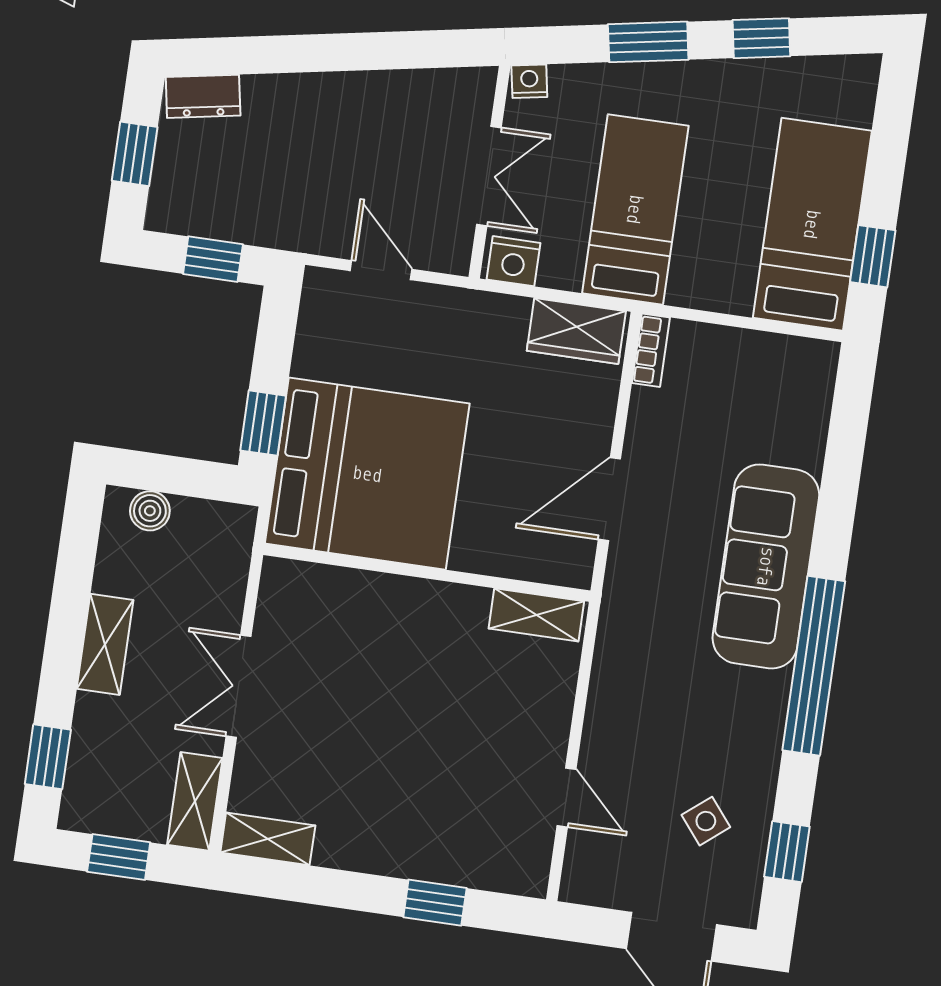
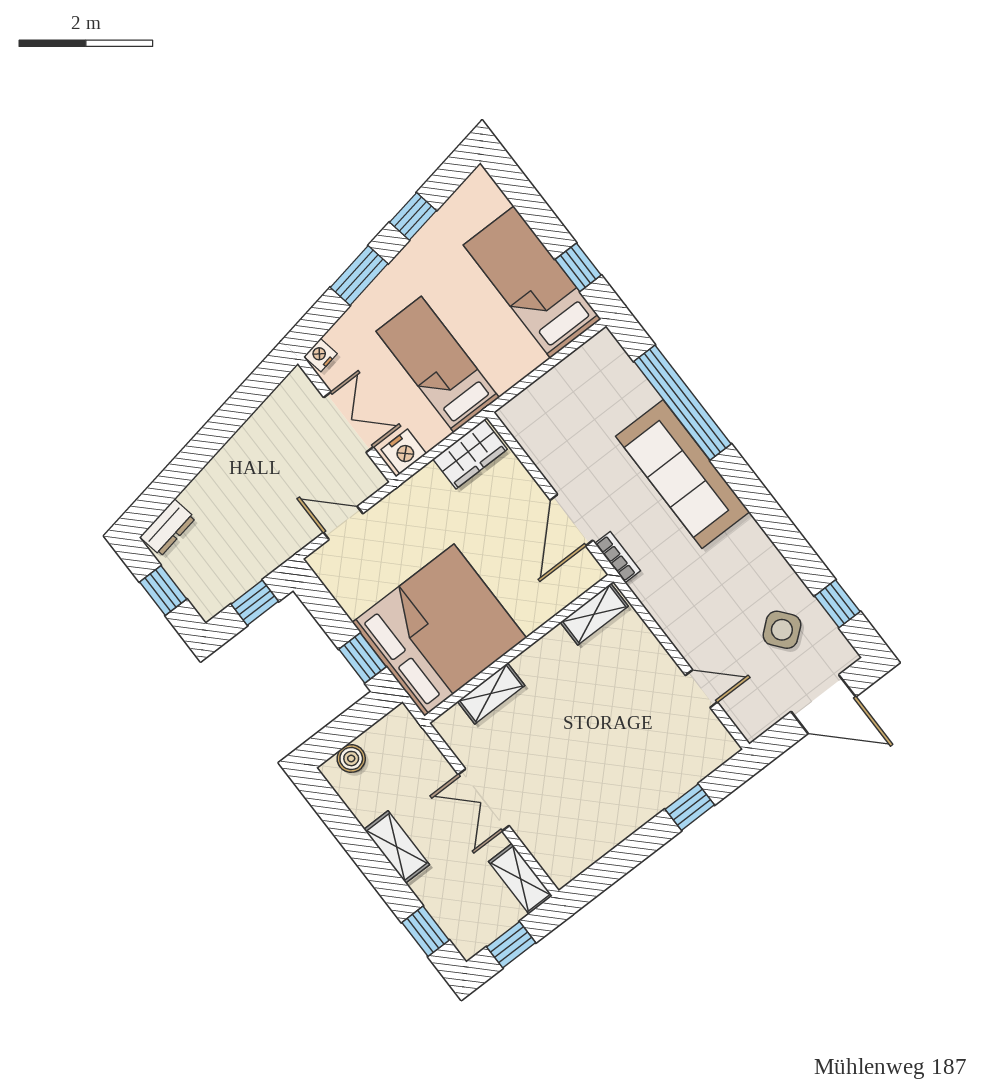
bookcase: (651, 350) -> (618, 557), moved
window: (814, 666) -> (682, 403), moved
side table: (706, 821) -> (782, 630), width x1.37, depth x1.37
shelving: (268, 839) -> (491, 693), moved

